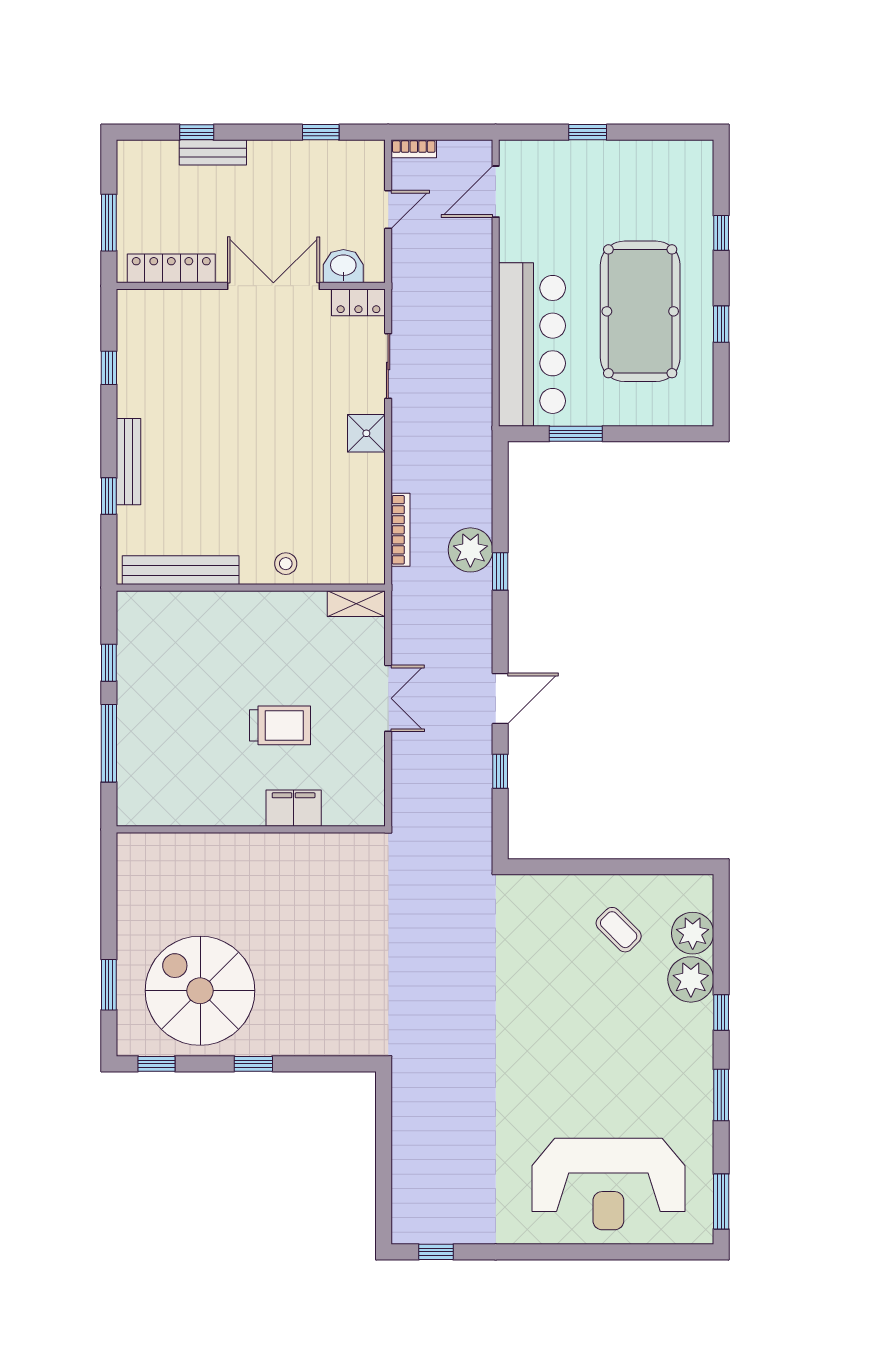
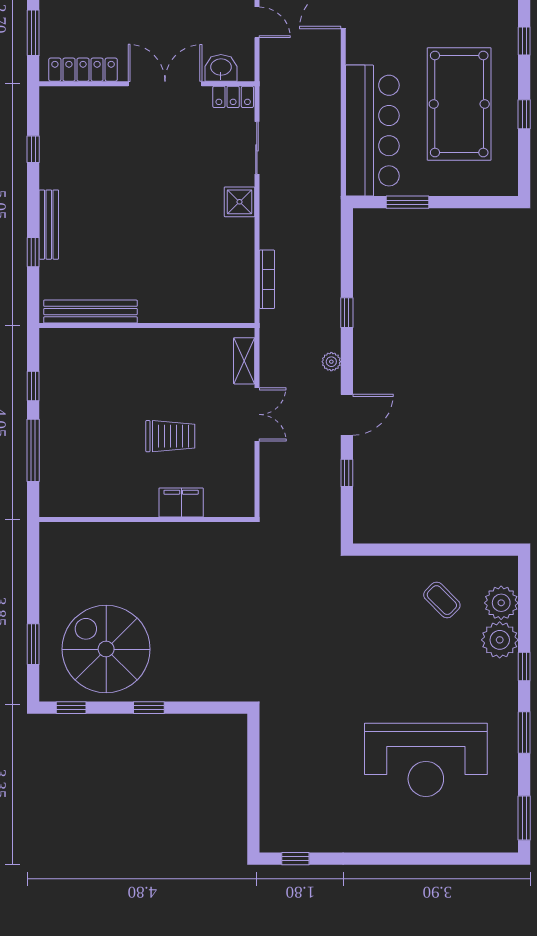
door: (388, 210) -> (257, 22), hinge flipped
plant: (470, 550) -> (331, 362), moved, width x0.53, depth x0.53
stool: (286, 564) -> (175, 306), removed
shelving: (356, 604) -> (244, 361), moved, turned 90
reception desk: (608, 1184) -> (426, 760), moved

